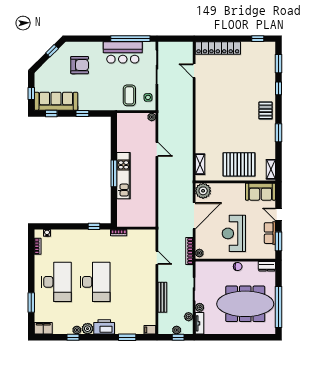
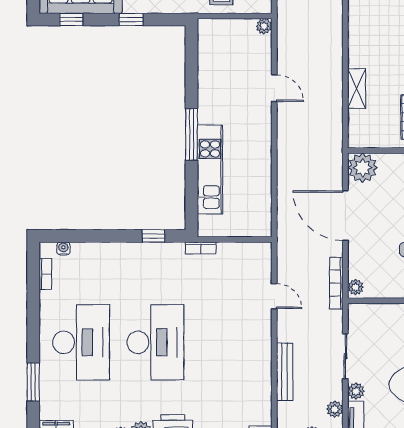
shelving: (200, 164) -> (357, 89), moved
kitchen unit: (124, 176) -> (210, 169), moved
door: (194, 216) -> (345, 216), swing flipped

